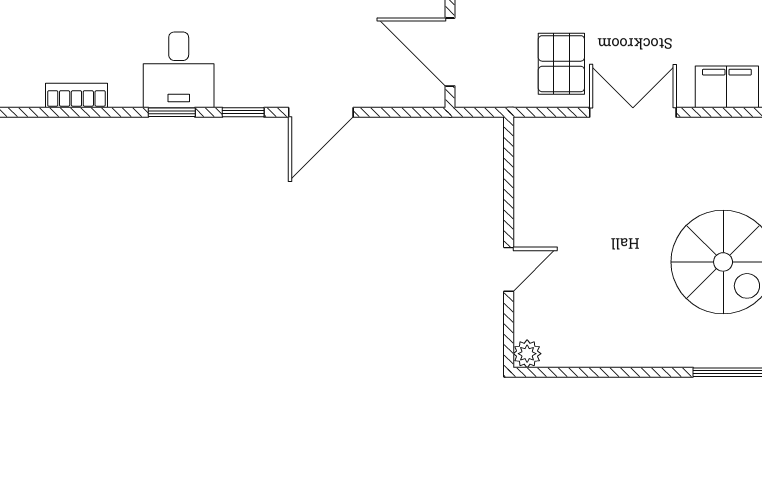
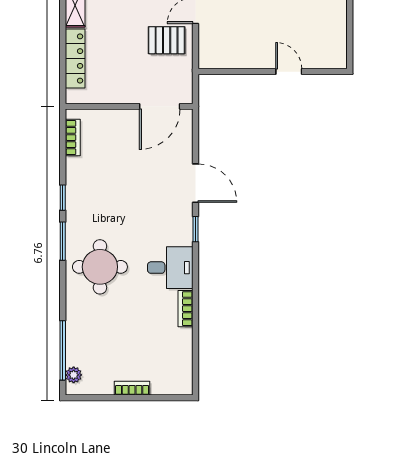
bookcase: (76, 96) -> (185, 309), moved
window: (172, 112) -> (195, 272), removed
plant: (527, 354) -> (339, 61), removed

